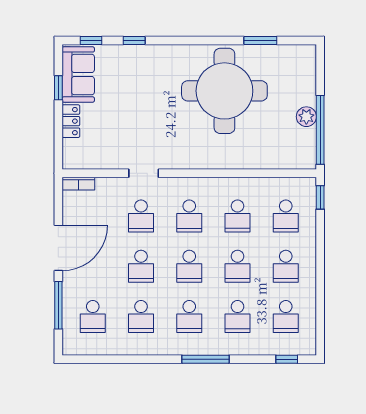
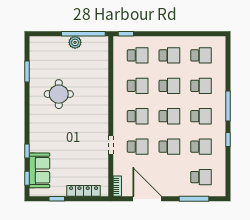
sofa: (78, 74) -> (39, 170), moved, turned 90
round table: (224, 91) -> (59, 94), width x0.54, depth x0.54
locker: (71, 121) -> (84, 191), width x1.53
door: (58, 248) -> (147, 199), moved
window: (287, 359) -> (228, 139), moved

